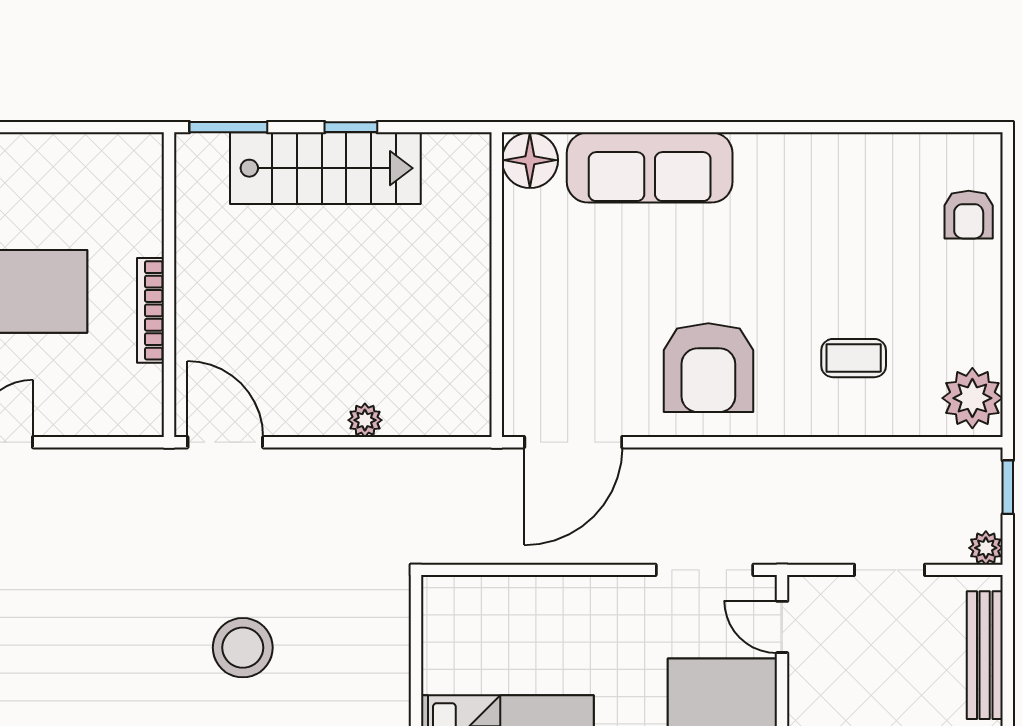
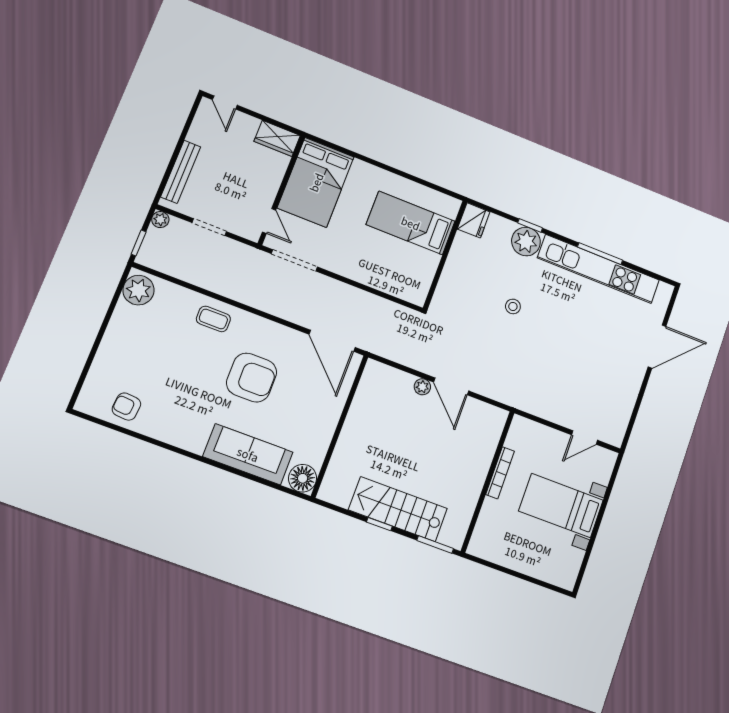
armchair: (969, 215) -> (126, 407), moved, turned -85
coffee table: (854, 358) -> (213, 319), moved
armchair: (708, 368) -> (252, 378), moved, turned 90
door: (225, 442) -> (451, 386), moved
door: (573, 442) -> (332, 341), swing flipped
stool: (243, 648) -> (513, 306), width x0.53, depth x0.53

